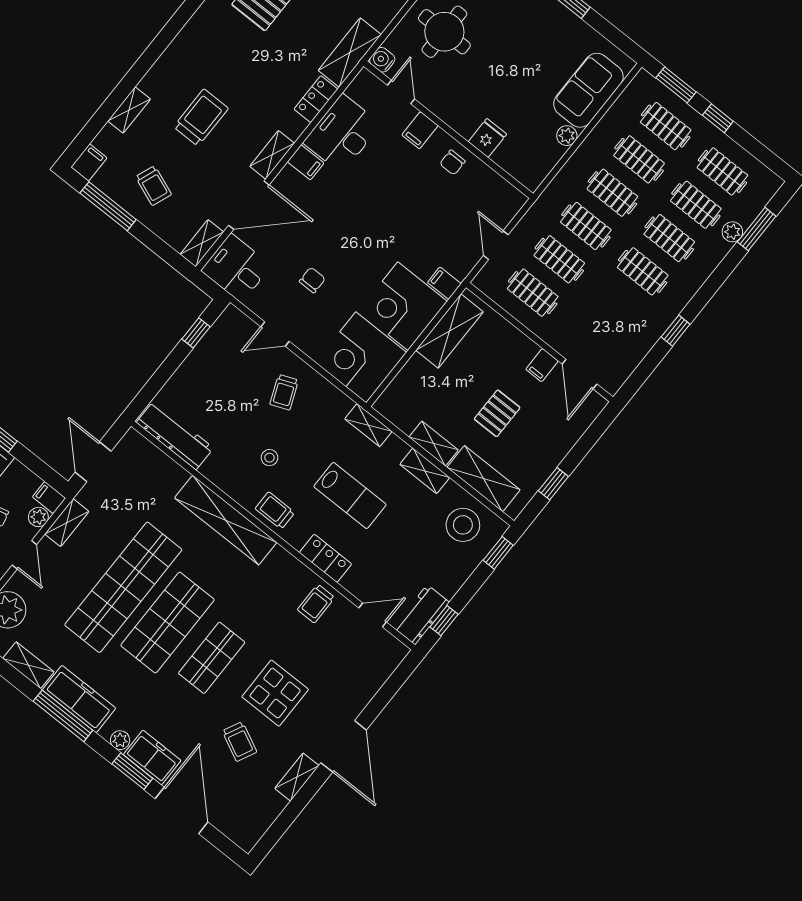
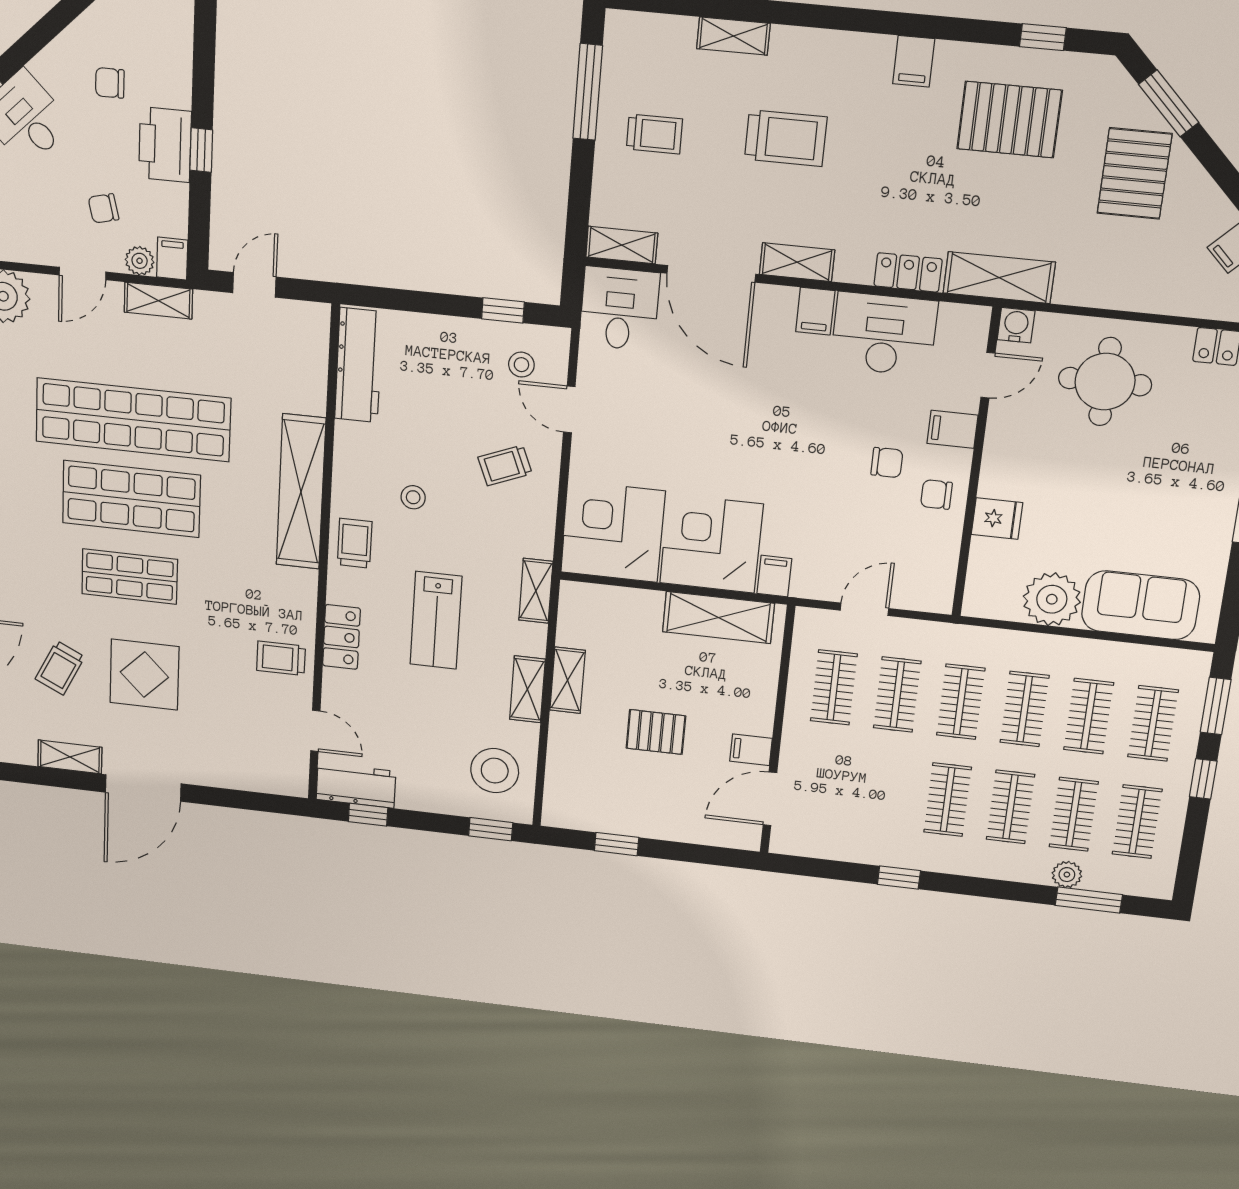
plant: (567, 136) -> (1052, 599), width x1.87, depth x1.87
filing cabinet: (89, 162) -> (914, 61), moved, turned 90
trolley: (153, 186) -> (654, 134), turned -111
chair: (312, 280) -> (887, 463), moved
stool: (233, 343) -> (521, 365), added
door: (93, 462) -> (254, 285), width x0.73
shelving: (484, 479) -> (566, 762), removed

